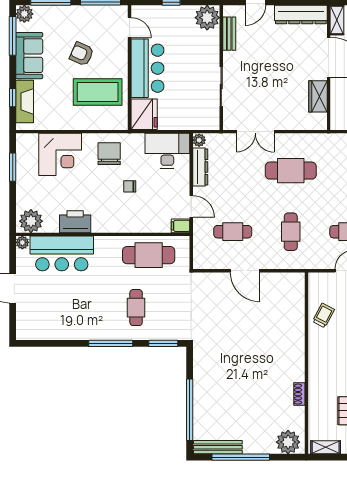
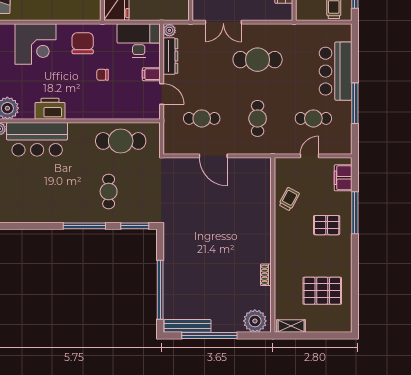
filing cabinet: (180, 226) -> (151, 74), moved

